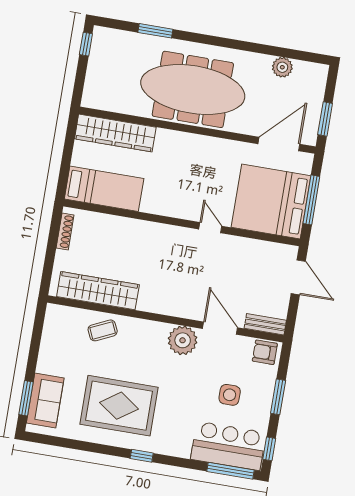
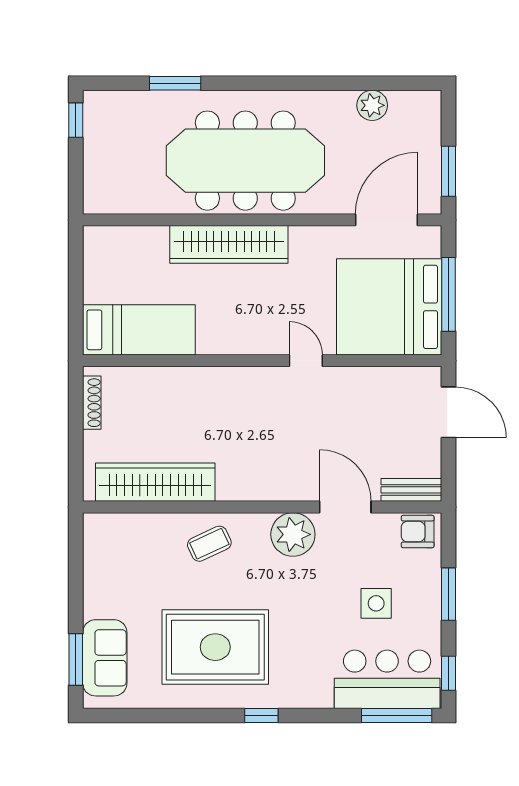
wardrobe: (115, 133) -> (229, 244), moved
coffee table: (103, 330) -> (209, 544), moved

